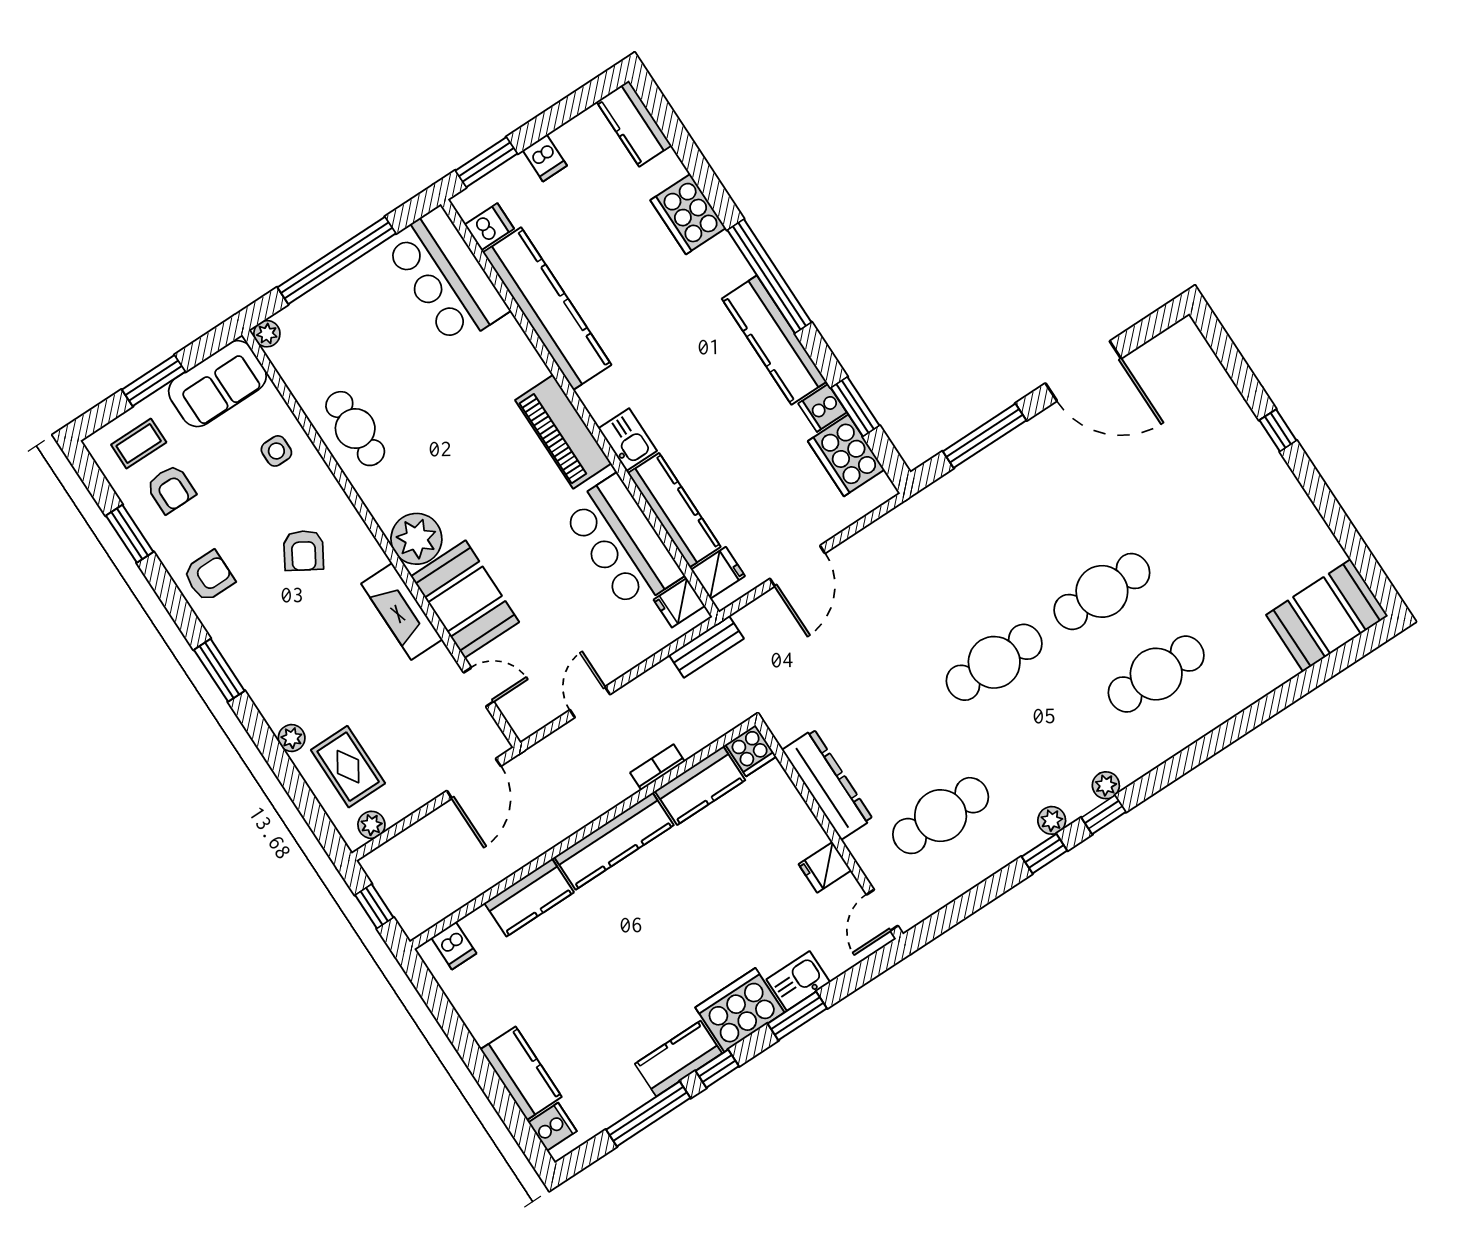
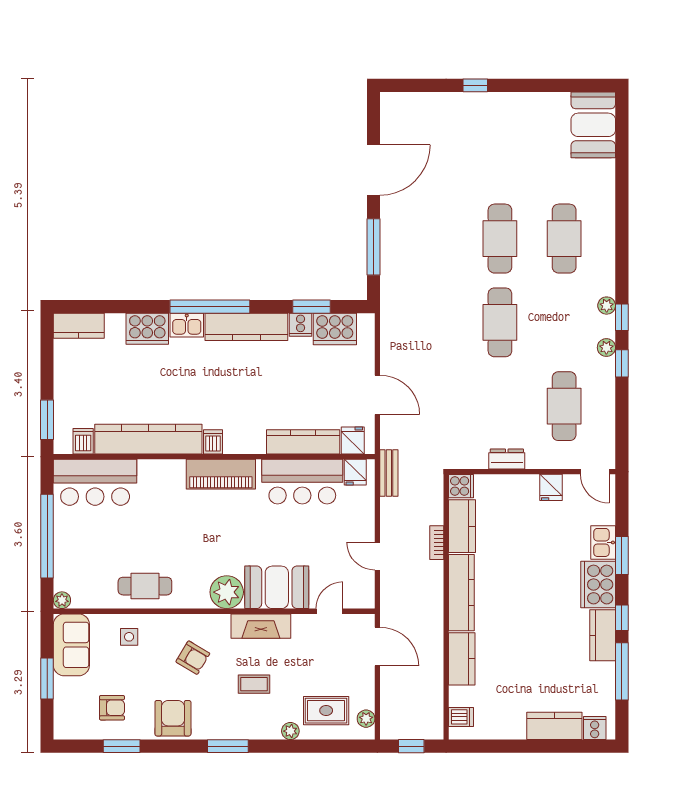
dishwasher: (545, 158) -> (213, 442), moved, turned -90
kitchen sink: (628, 440) -> (187, 325), moved, turned 180
coffee table: (139, 444) -> (254, 684), moved, turned 90
armchair: (209, 576) -> (173, 718), width x1.38, depth x1.38
dresser: (827, 784) -> (507, 459), width x0.51, depth x0.80

